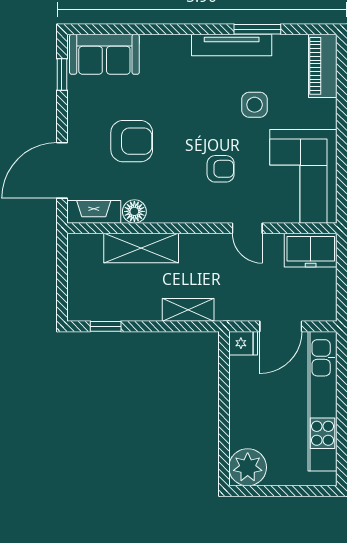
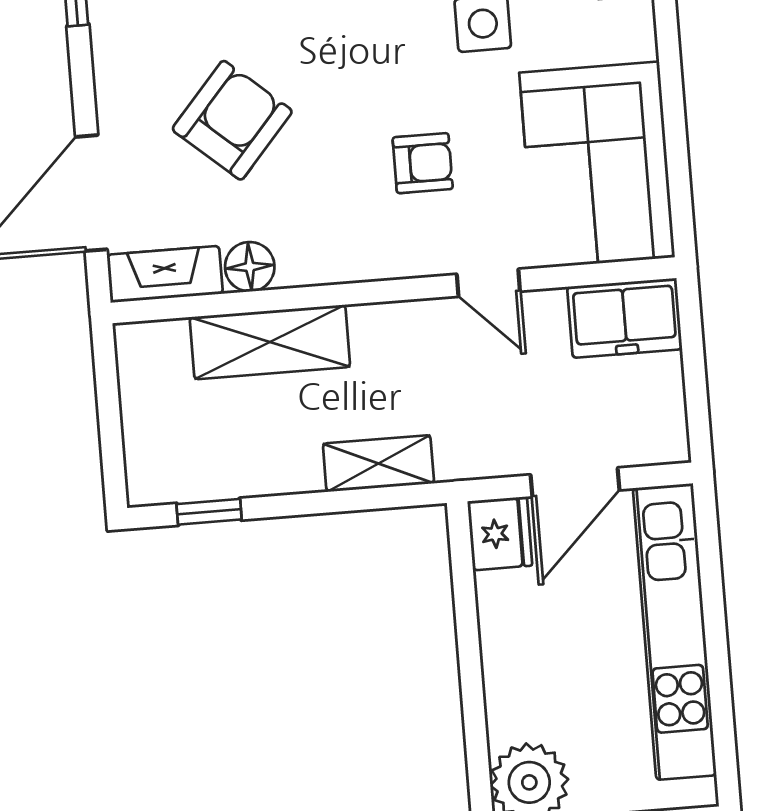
armchair: (132, 141) -> (232, 120), turned -49
fridge: (243, 343) -> (500, 533), width x1.38

